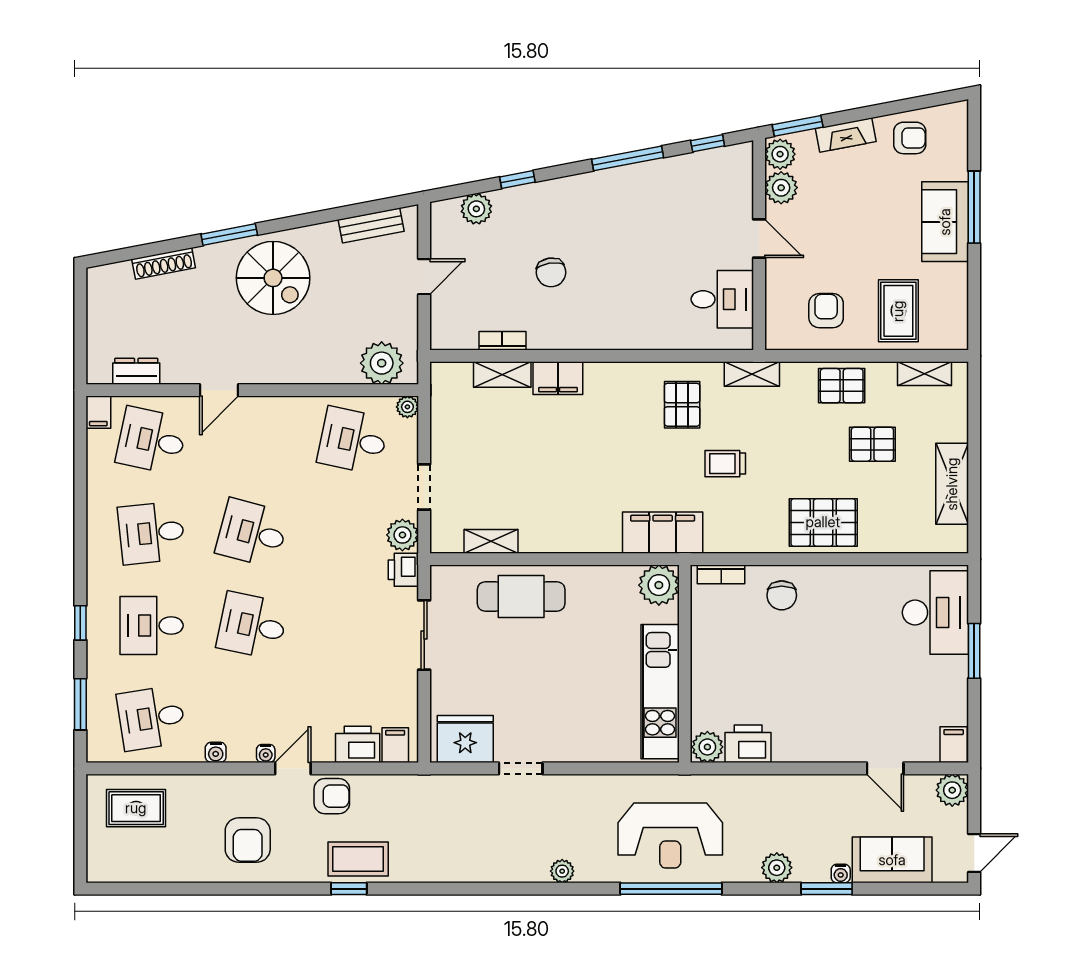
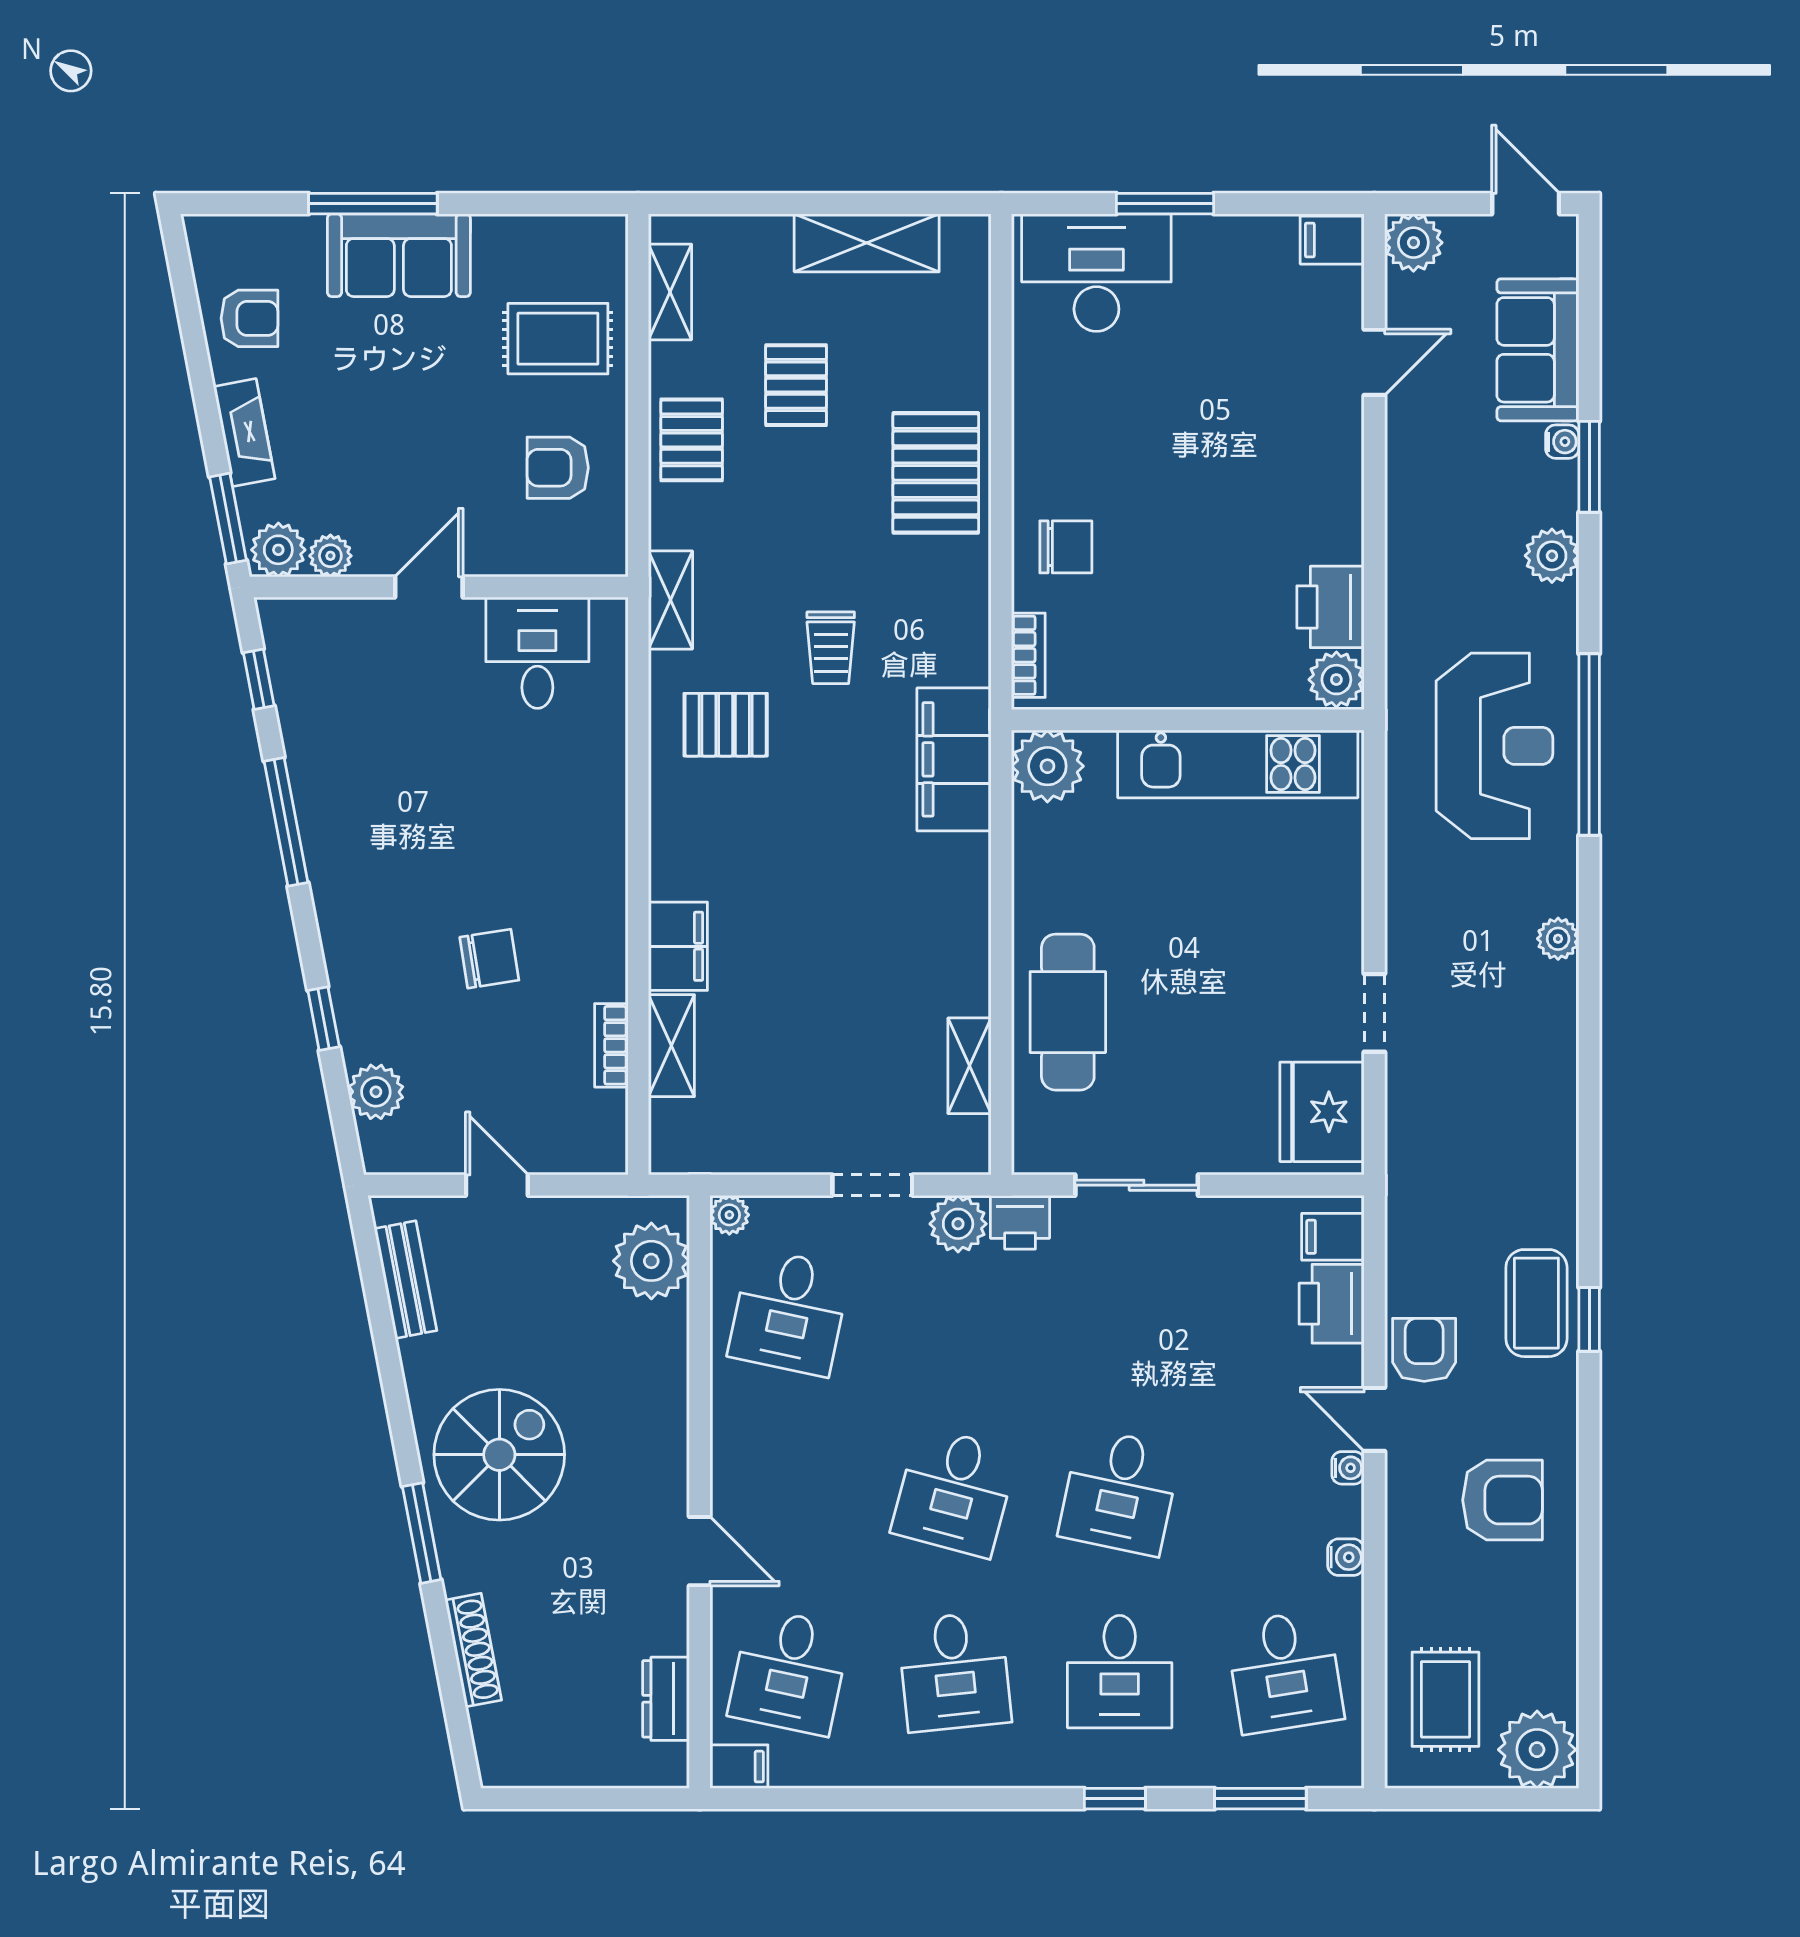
armchair: (910, 138) -> (249, 318), turned 90
plant: (781, 188) -> (330, 556), width x0.73, depth x0.73
plant: (108, 859) -> (1537, 1750), added

